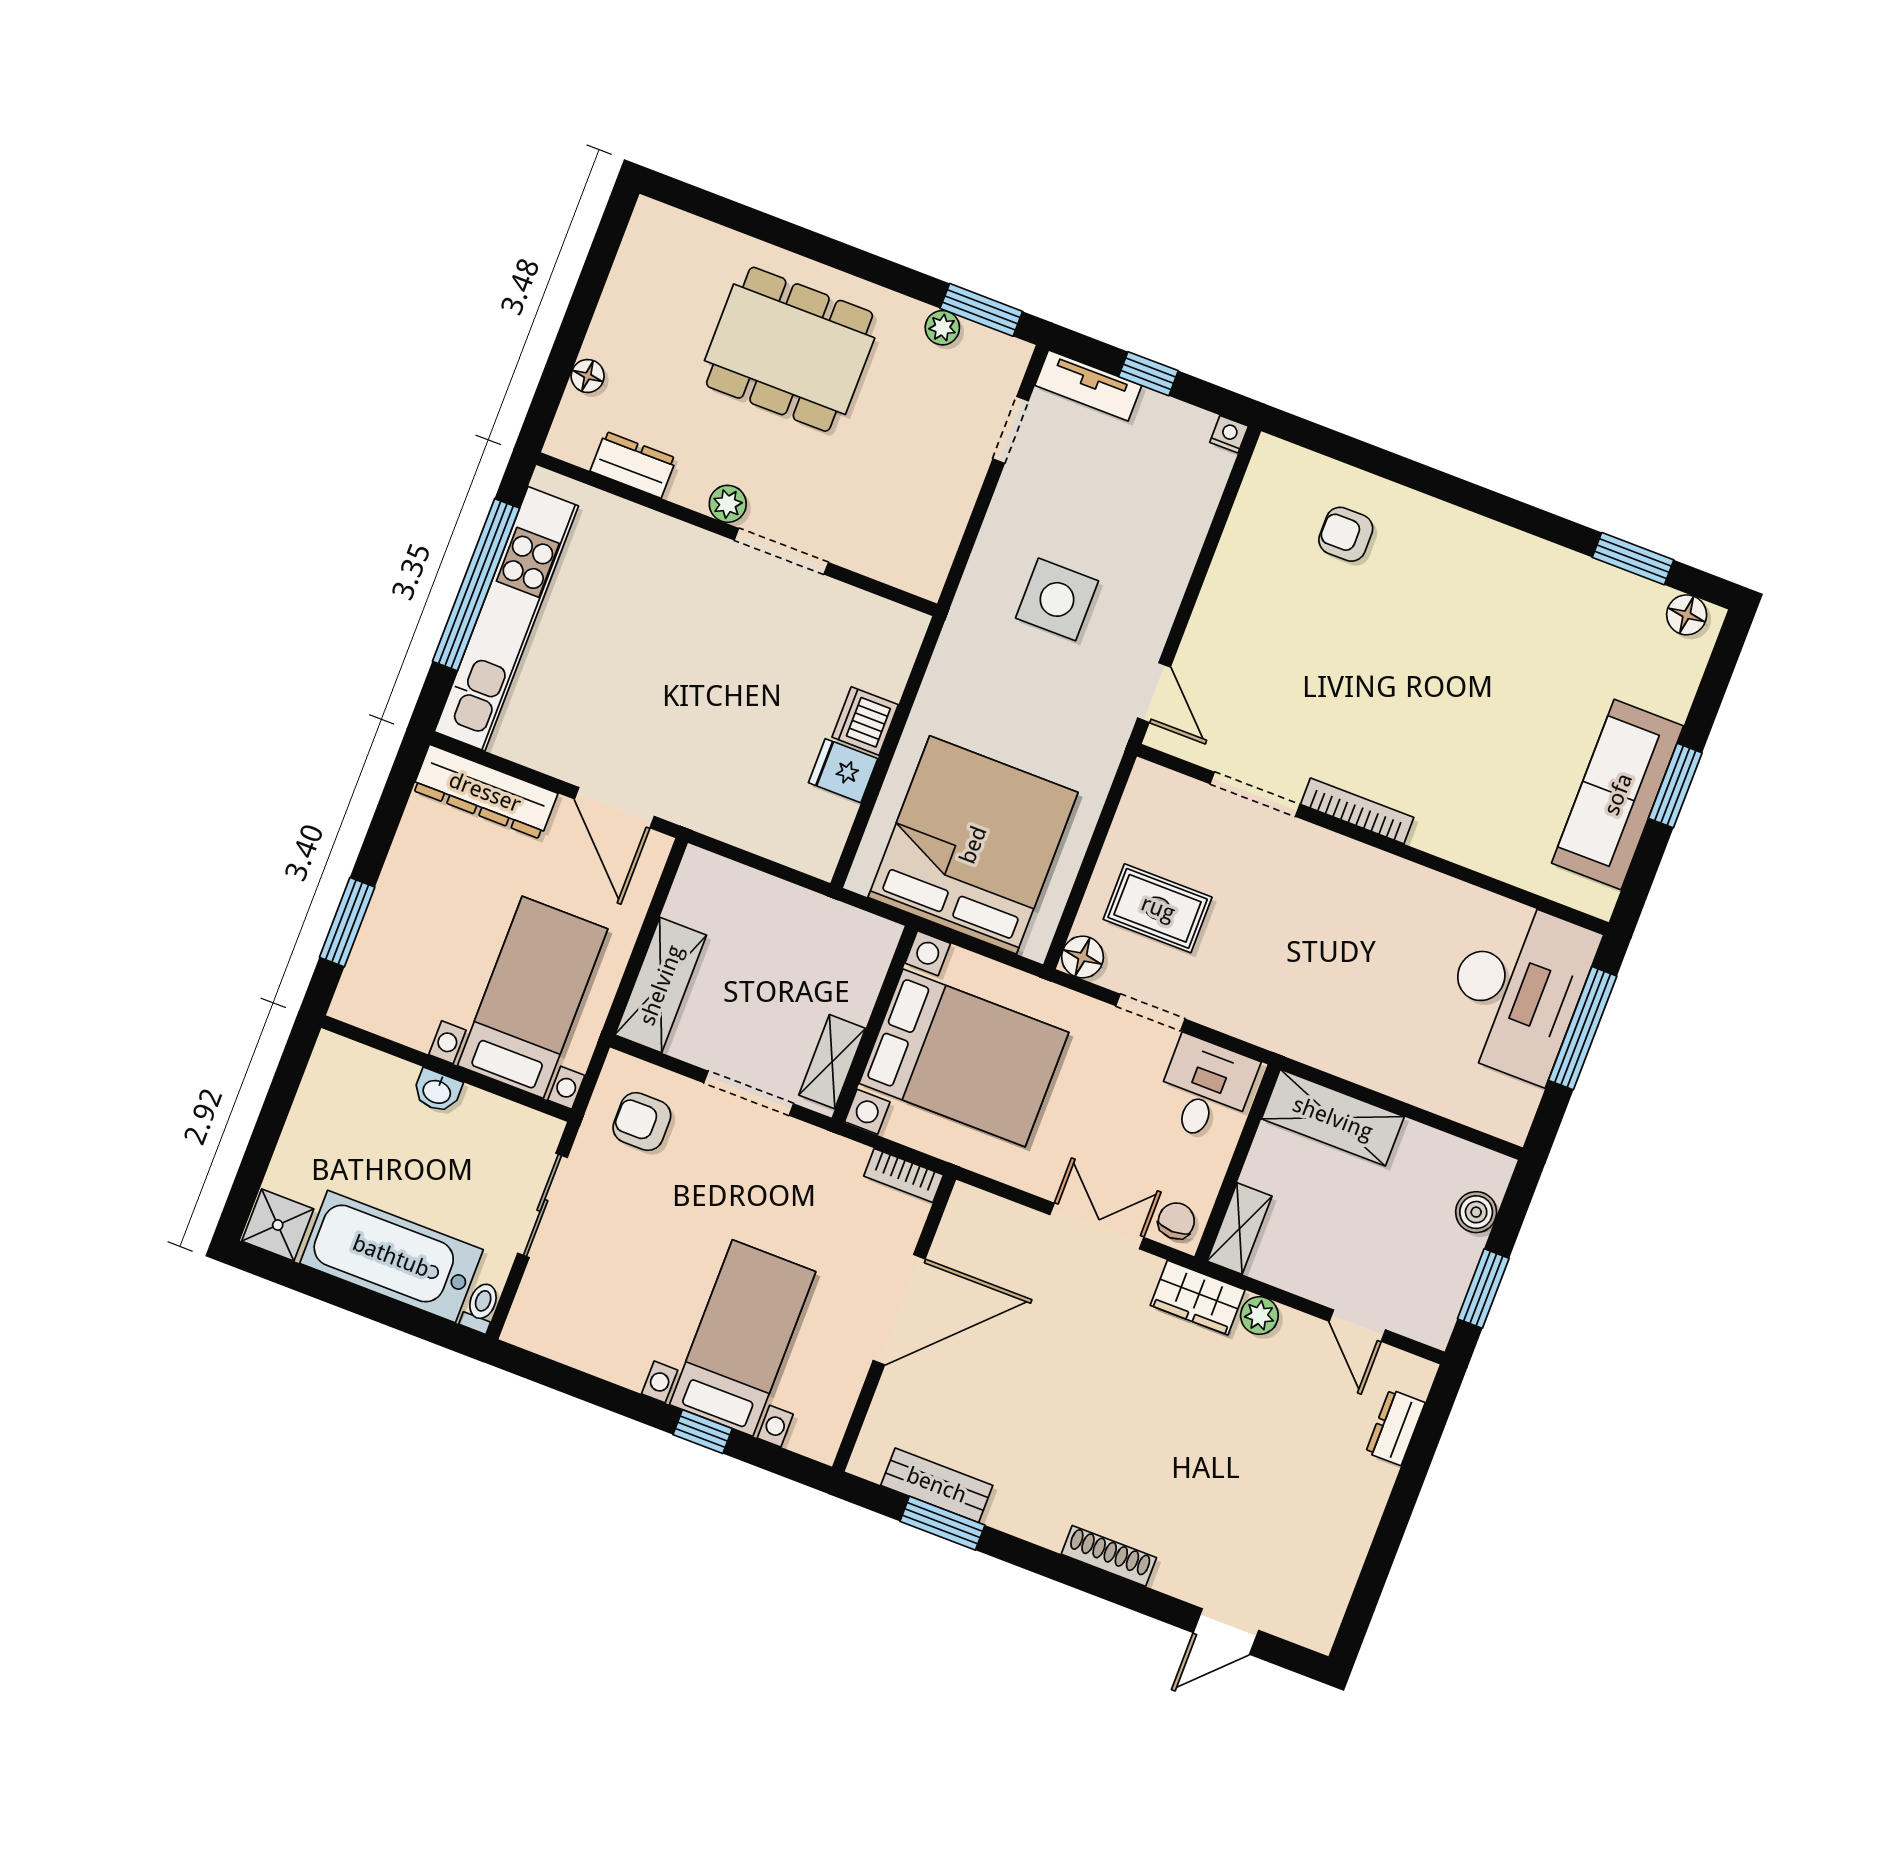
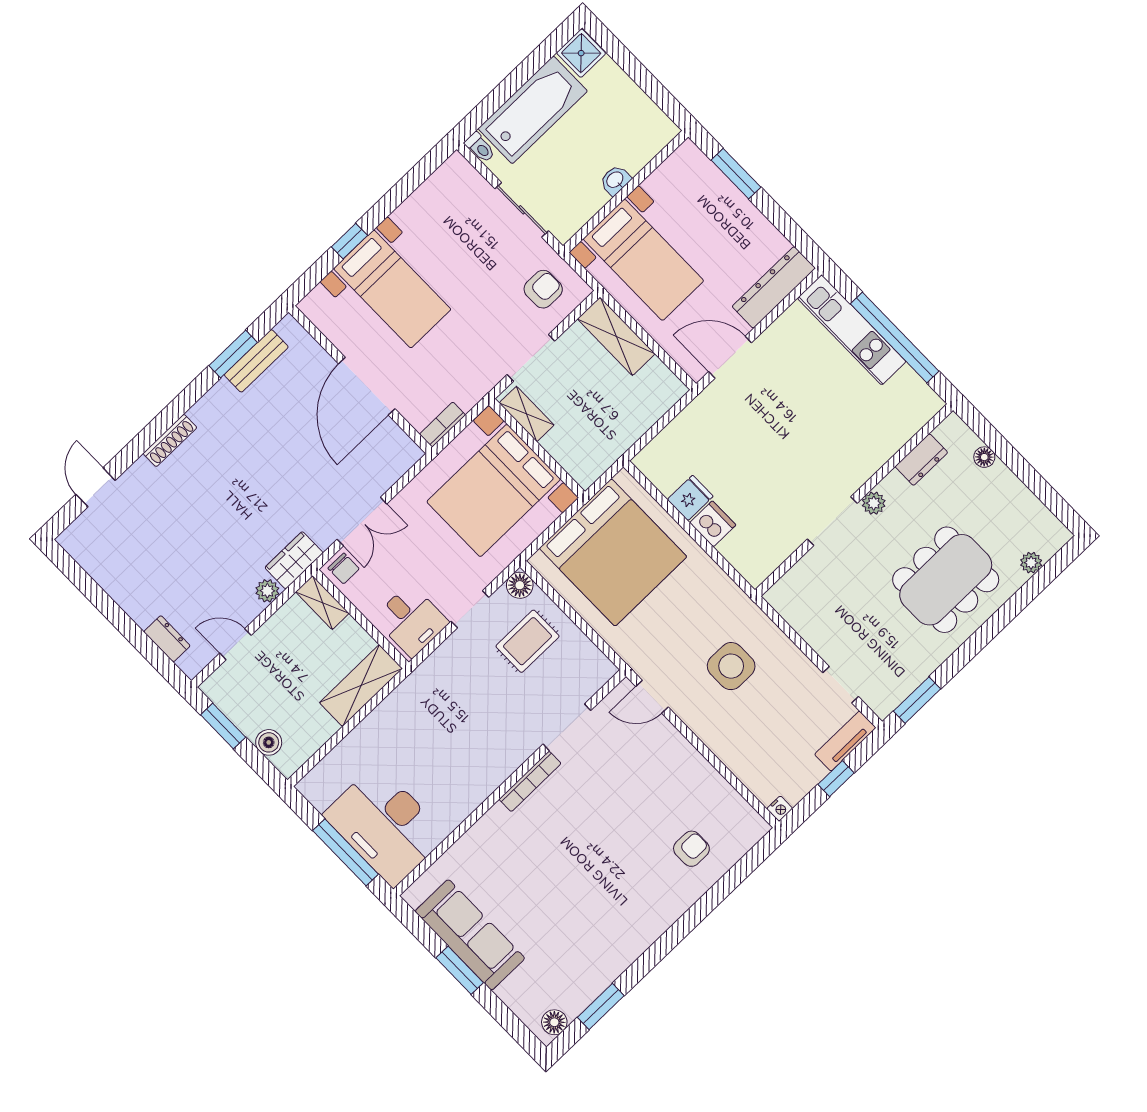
plant: (942, 328) -> (1031, 563), moved
kitchen unit: (506, 619) -> (852, 330), width x0.73

